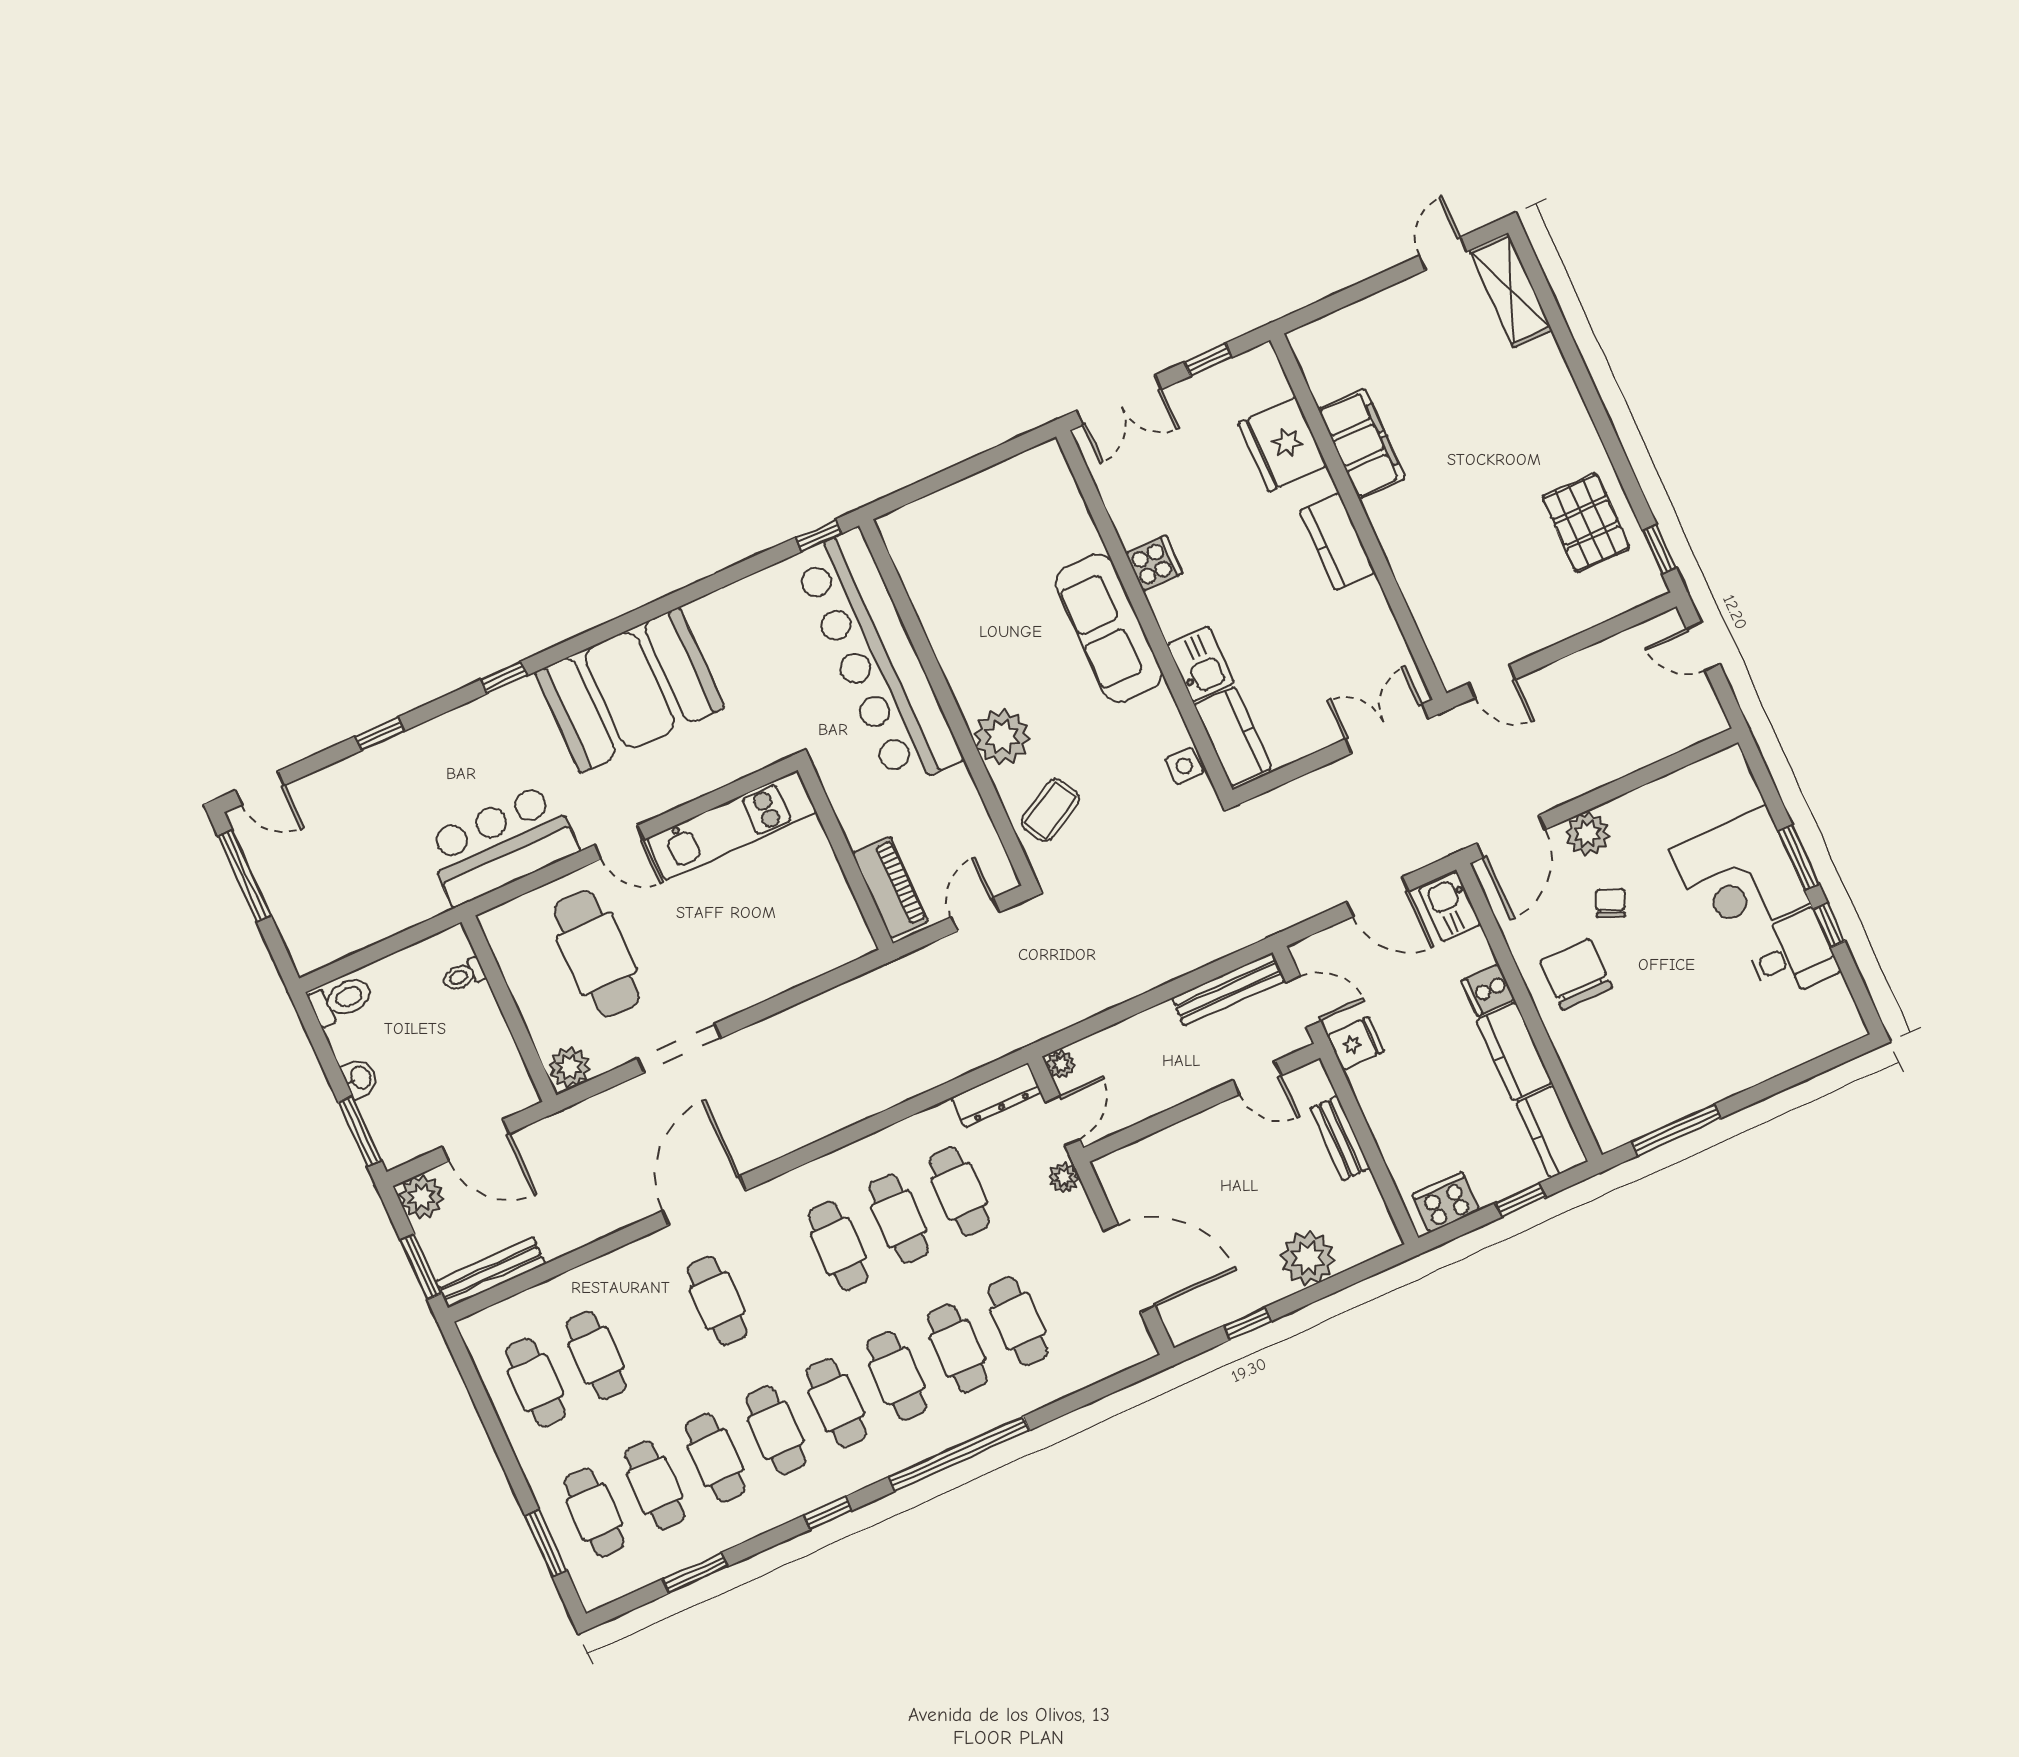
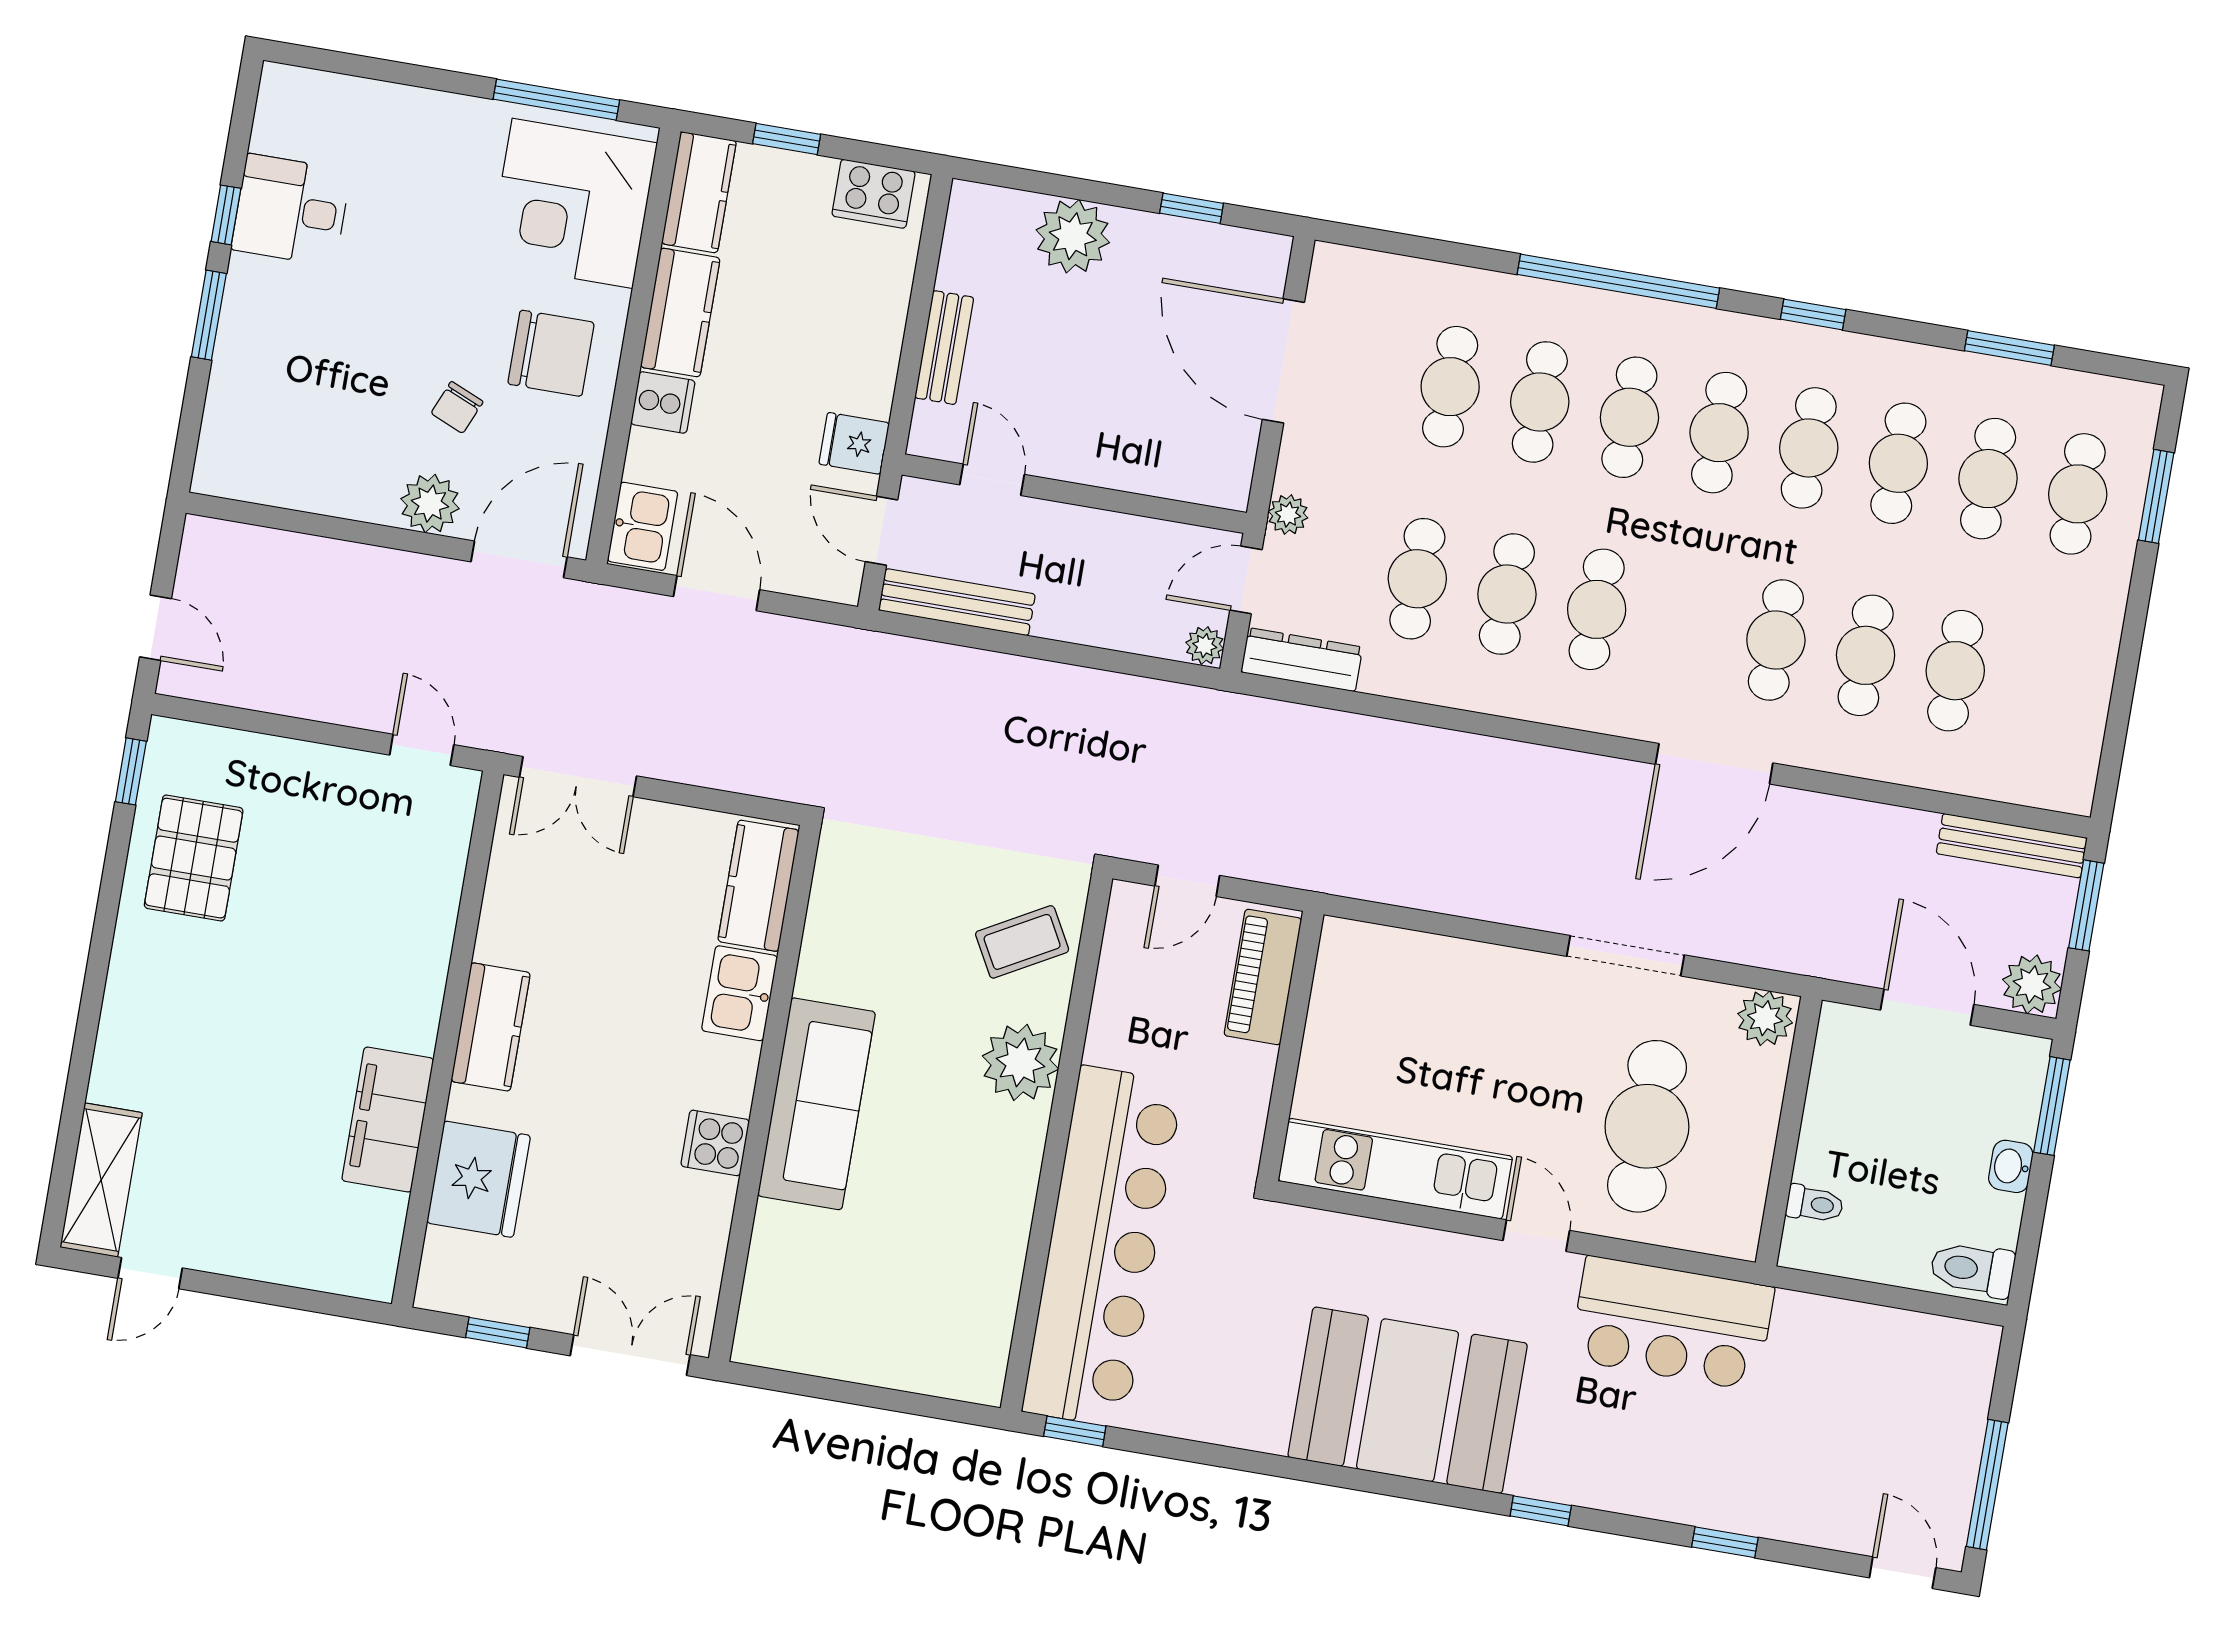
side table: (1184, 766) -> (836, 890), removed
corner desk: (1740, 876) -> (573, 203), moved, turned 180
chair: (1576, 974) -> (551, 353), turned -90
cafe table: (536, 1383) -> (1866, 655), moved

